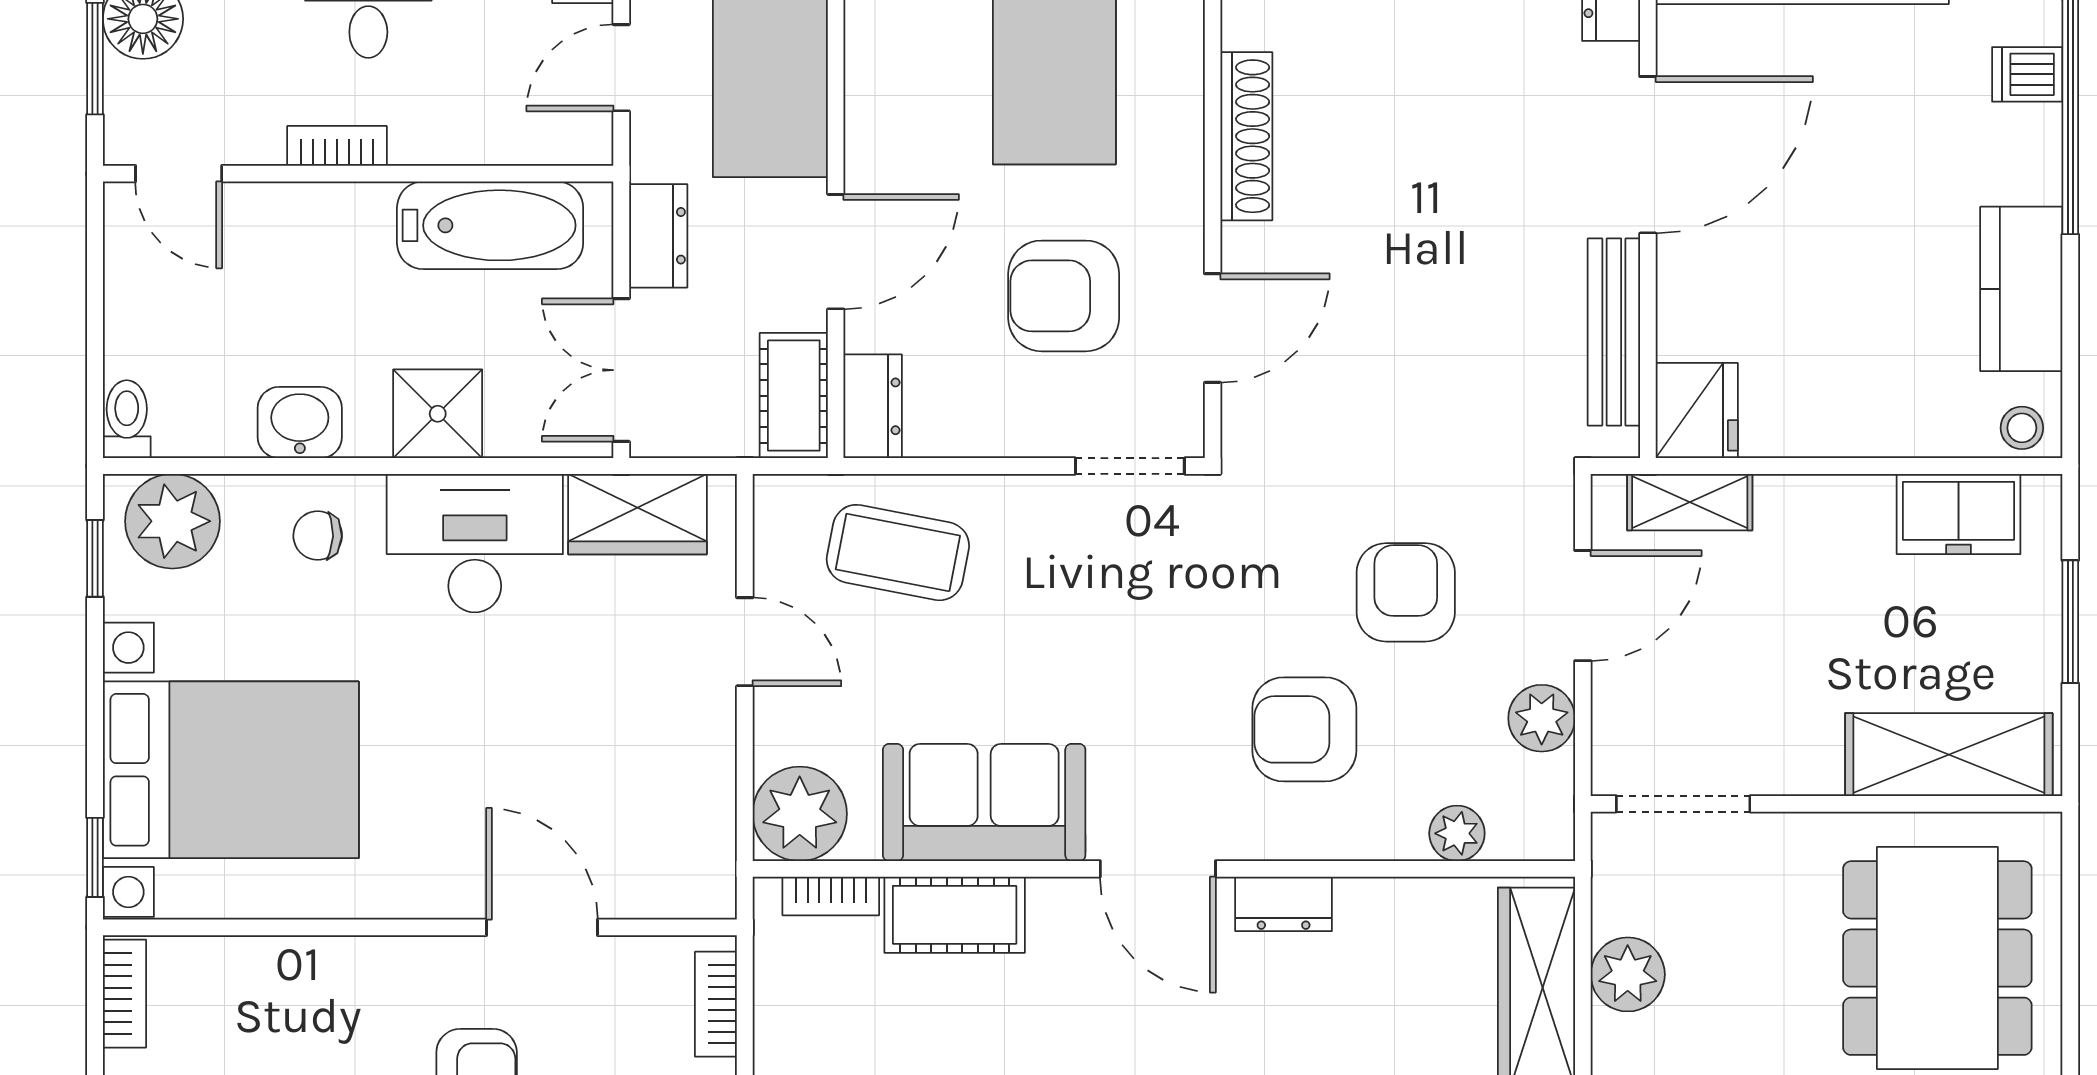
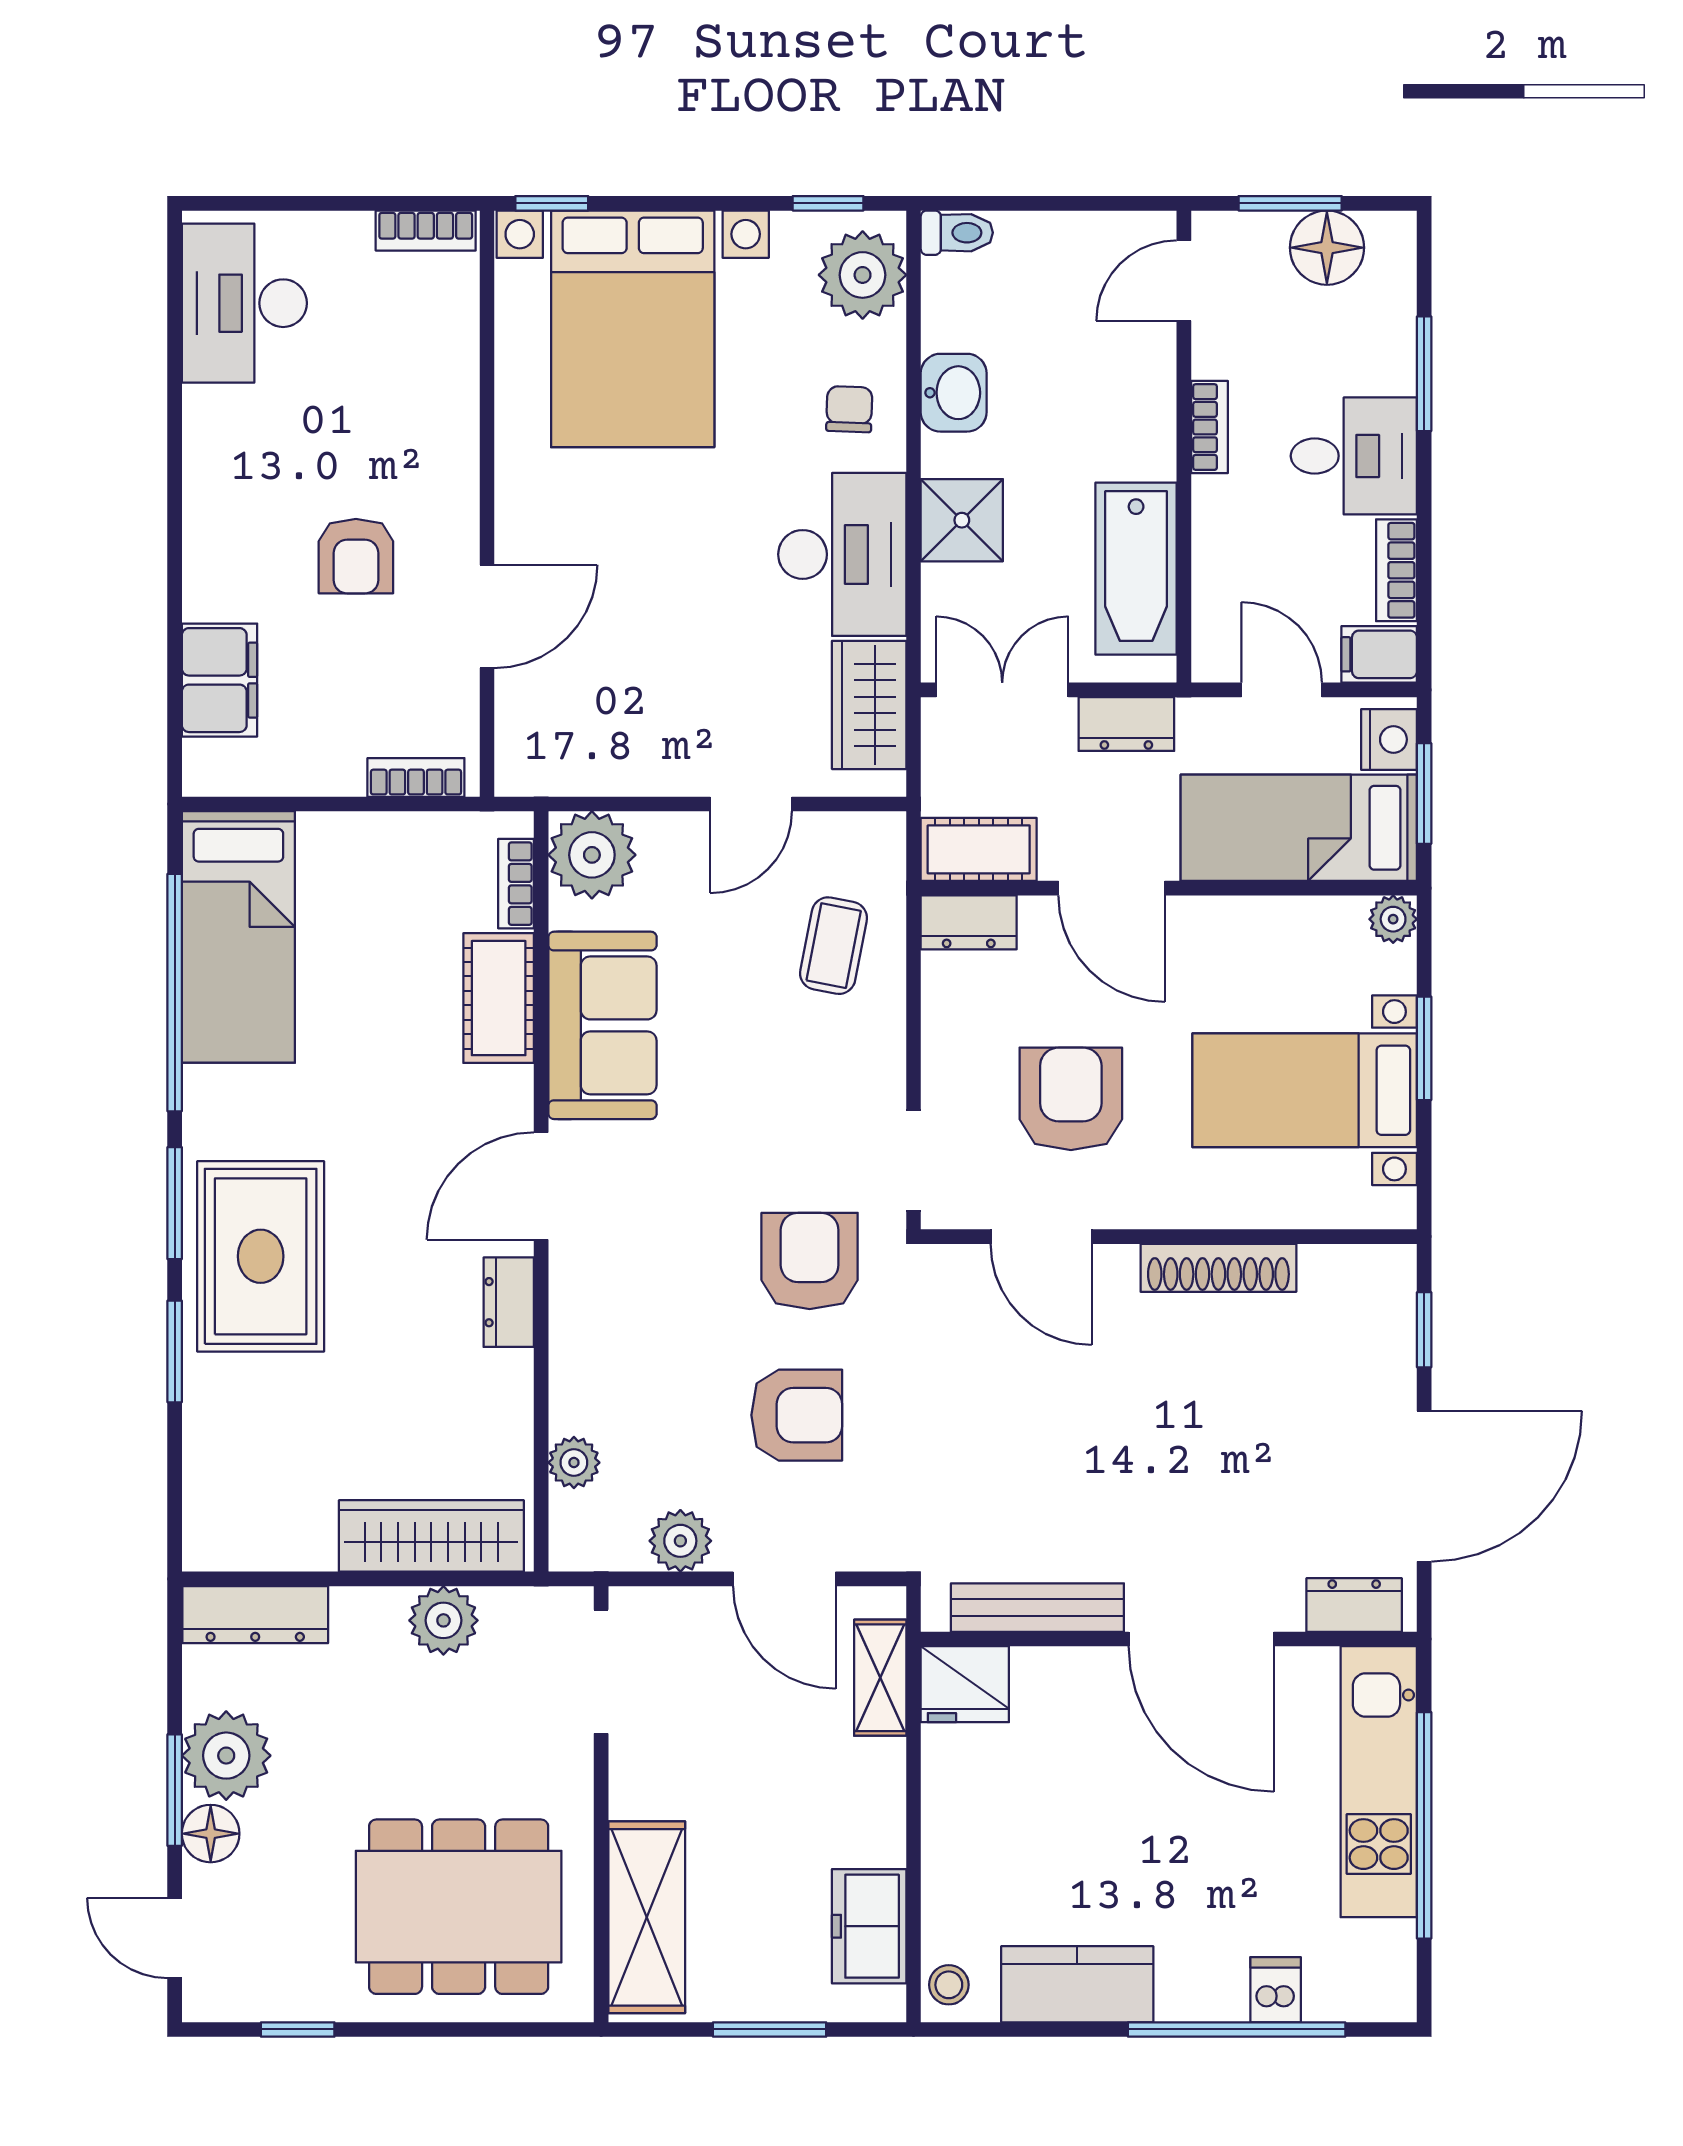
coffee table: (898, 553) -> (834, 946), width x0.73, depth x0.77
armchair: (1304, 729) -> (810, 1261), moved

